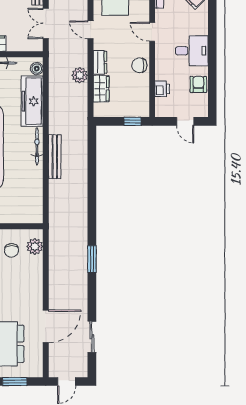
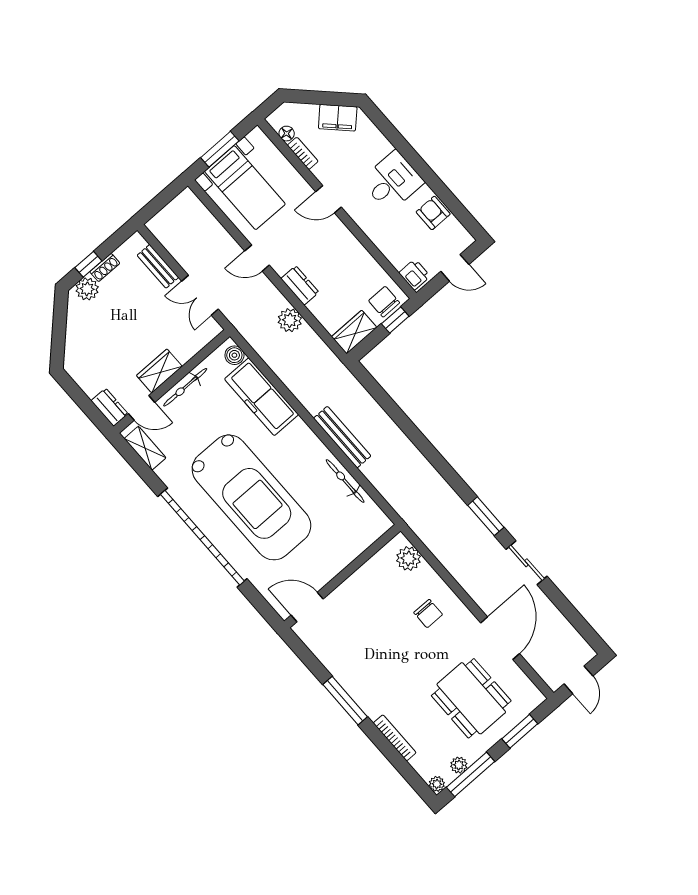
chair: (139, 65) -> (384, 302), moved, turned 90
wardrobe: (101, 89) -> (354, 332), moved, turned -90
printer: (162, 89) -> (415, 275), moved
bicycle: (37, 146) -> (345, 481), moved
chair: (11, 250) -> (428, 614), moved
sliding door: (92, 337) -> (526, 563), moved

